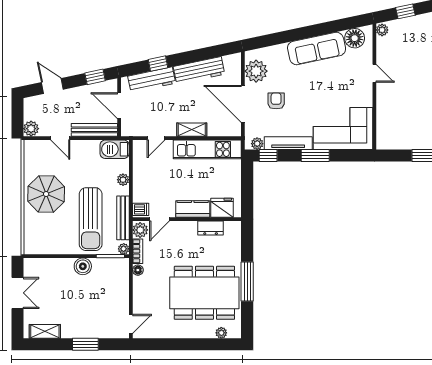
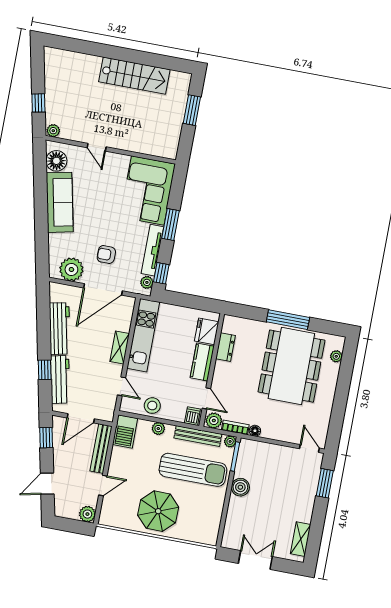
door: (374, 73) -> (97, 147), swing flipped
stool: (143, 170) -> (152, 406), added
window: (85, 344) -> (325, 483), moved

